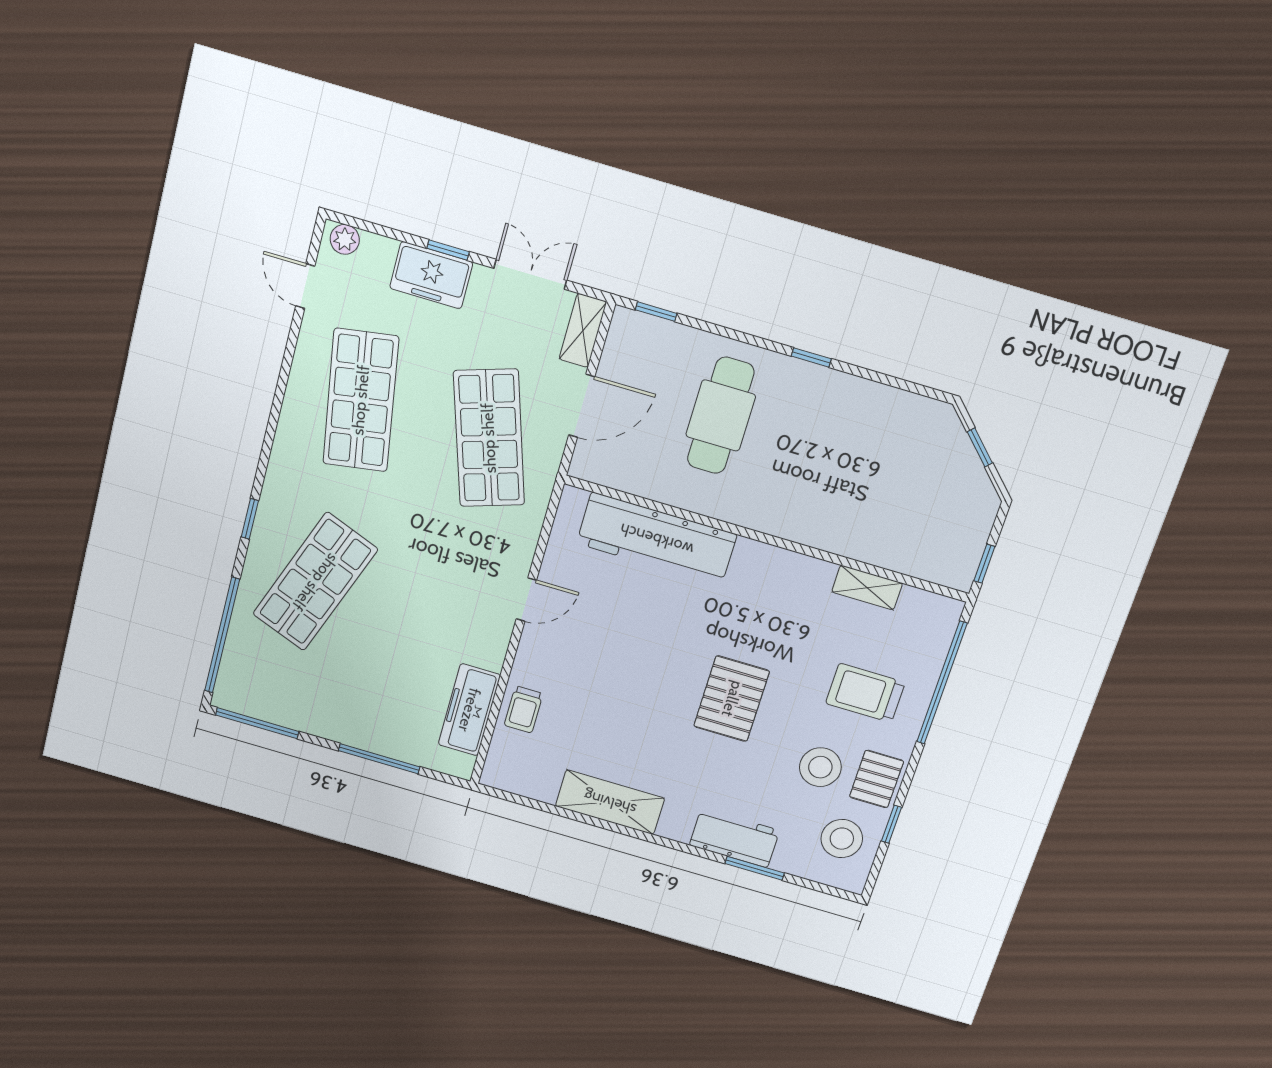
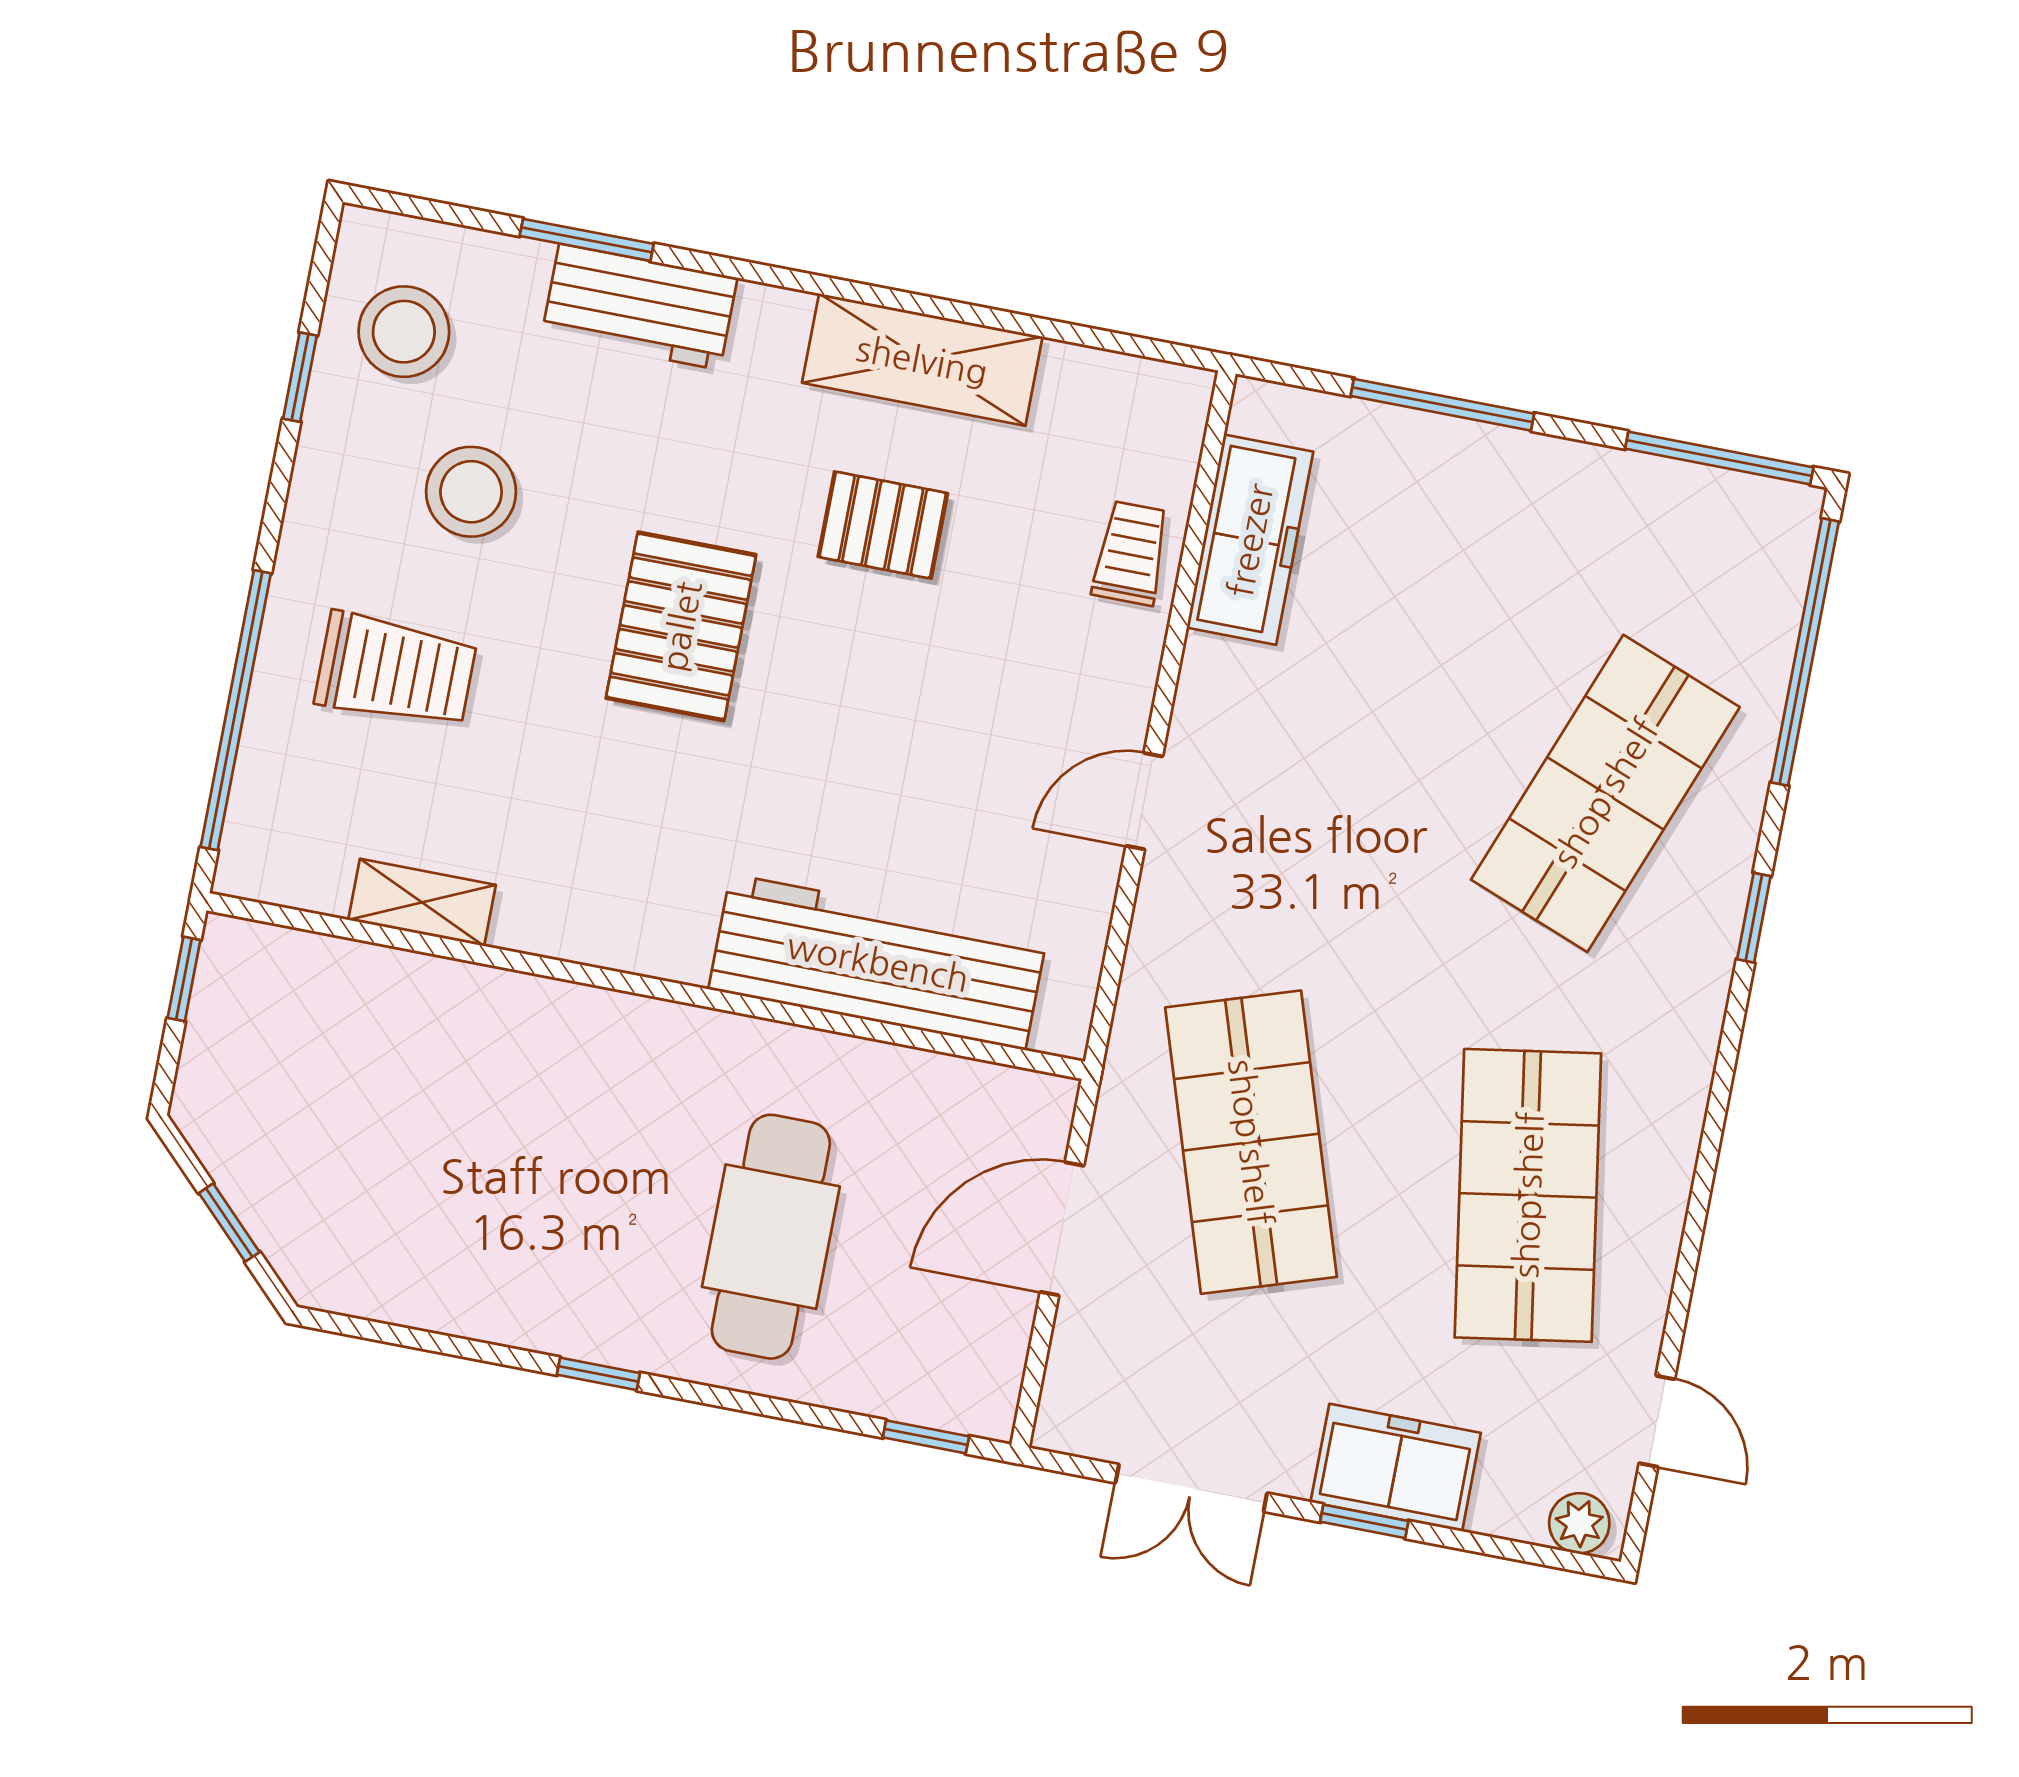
shelving: (583, 330) -> (1073, 1384), removed
pallet: (876, 779) -> (883, 525), moved, turned 90

